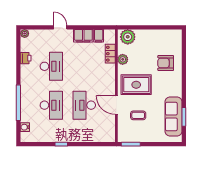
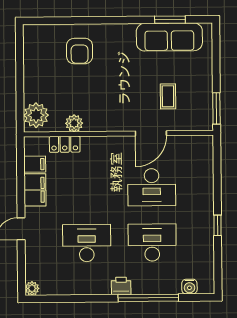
printer: (26, 58) -> (121, 286), moved
rug: (136, 85) -> (116, 100), removed

